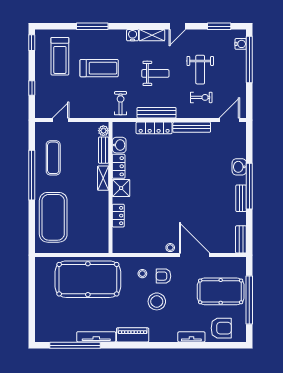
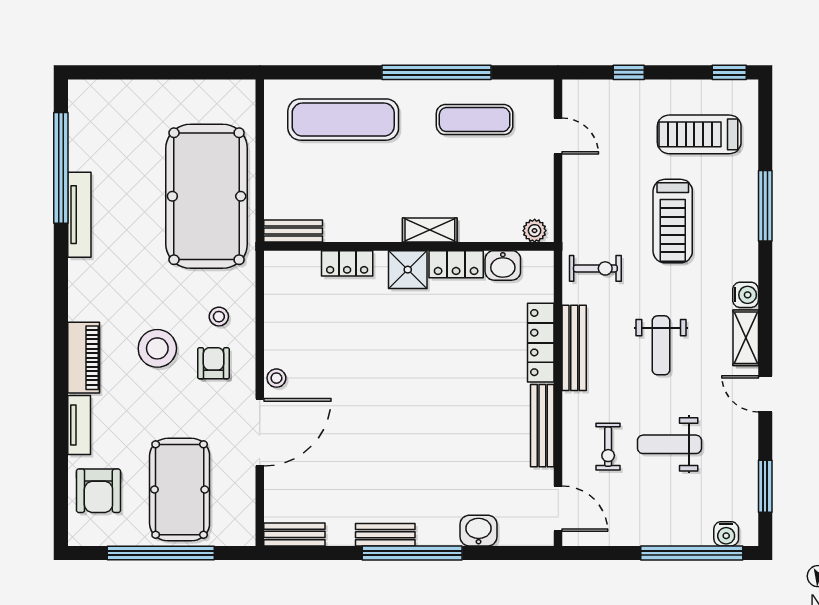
bench: (104, 150) -> (293, 231), moved
washbasin: (239, 167) -> (479, 531), moved
exercise mat: (53, 217) -> (343, 120), width x0.68
piano: (133, 335) -> (84, 358), moved

